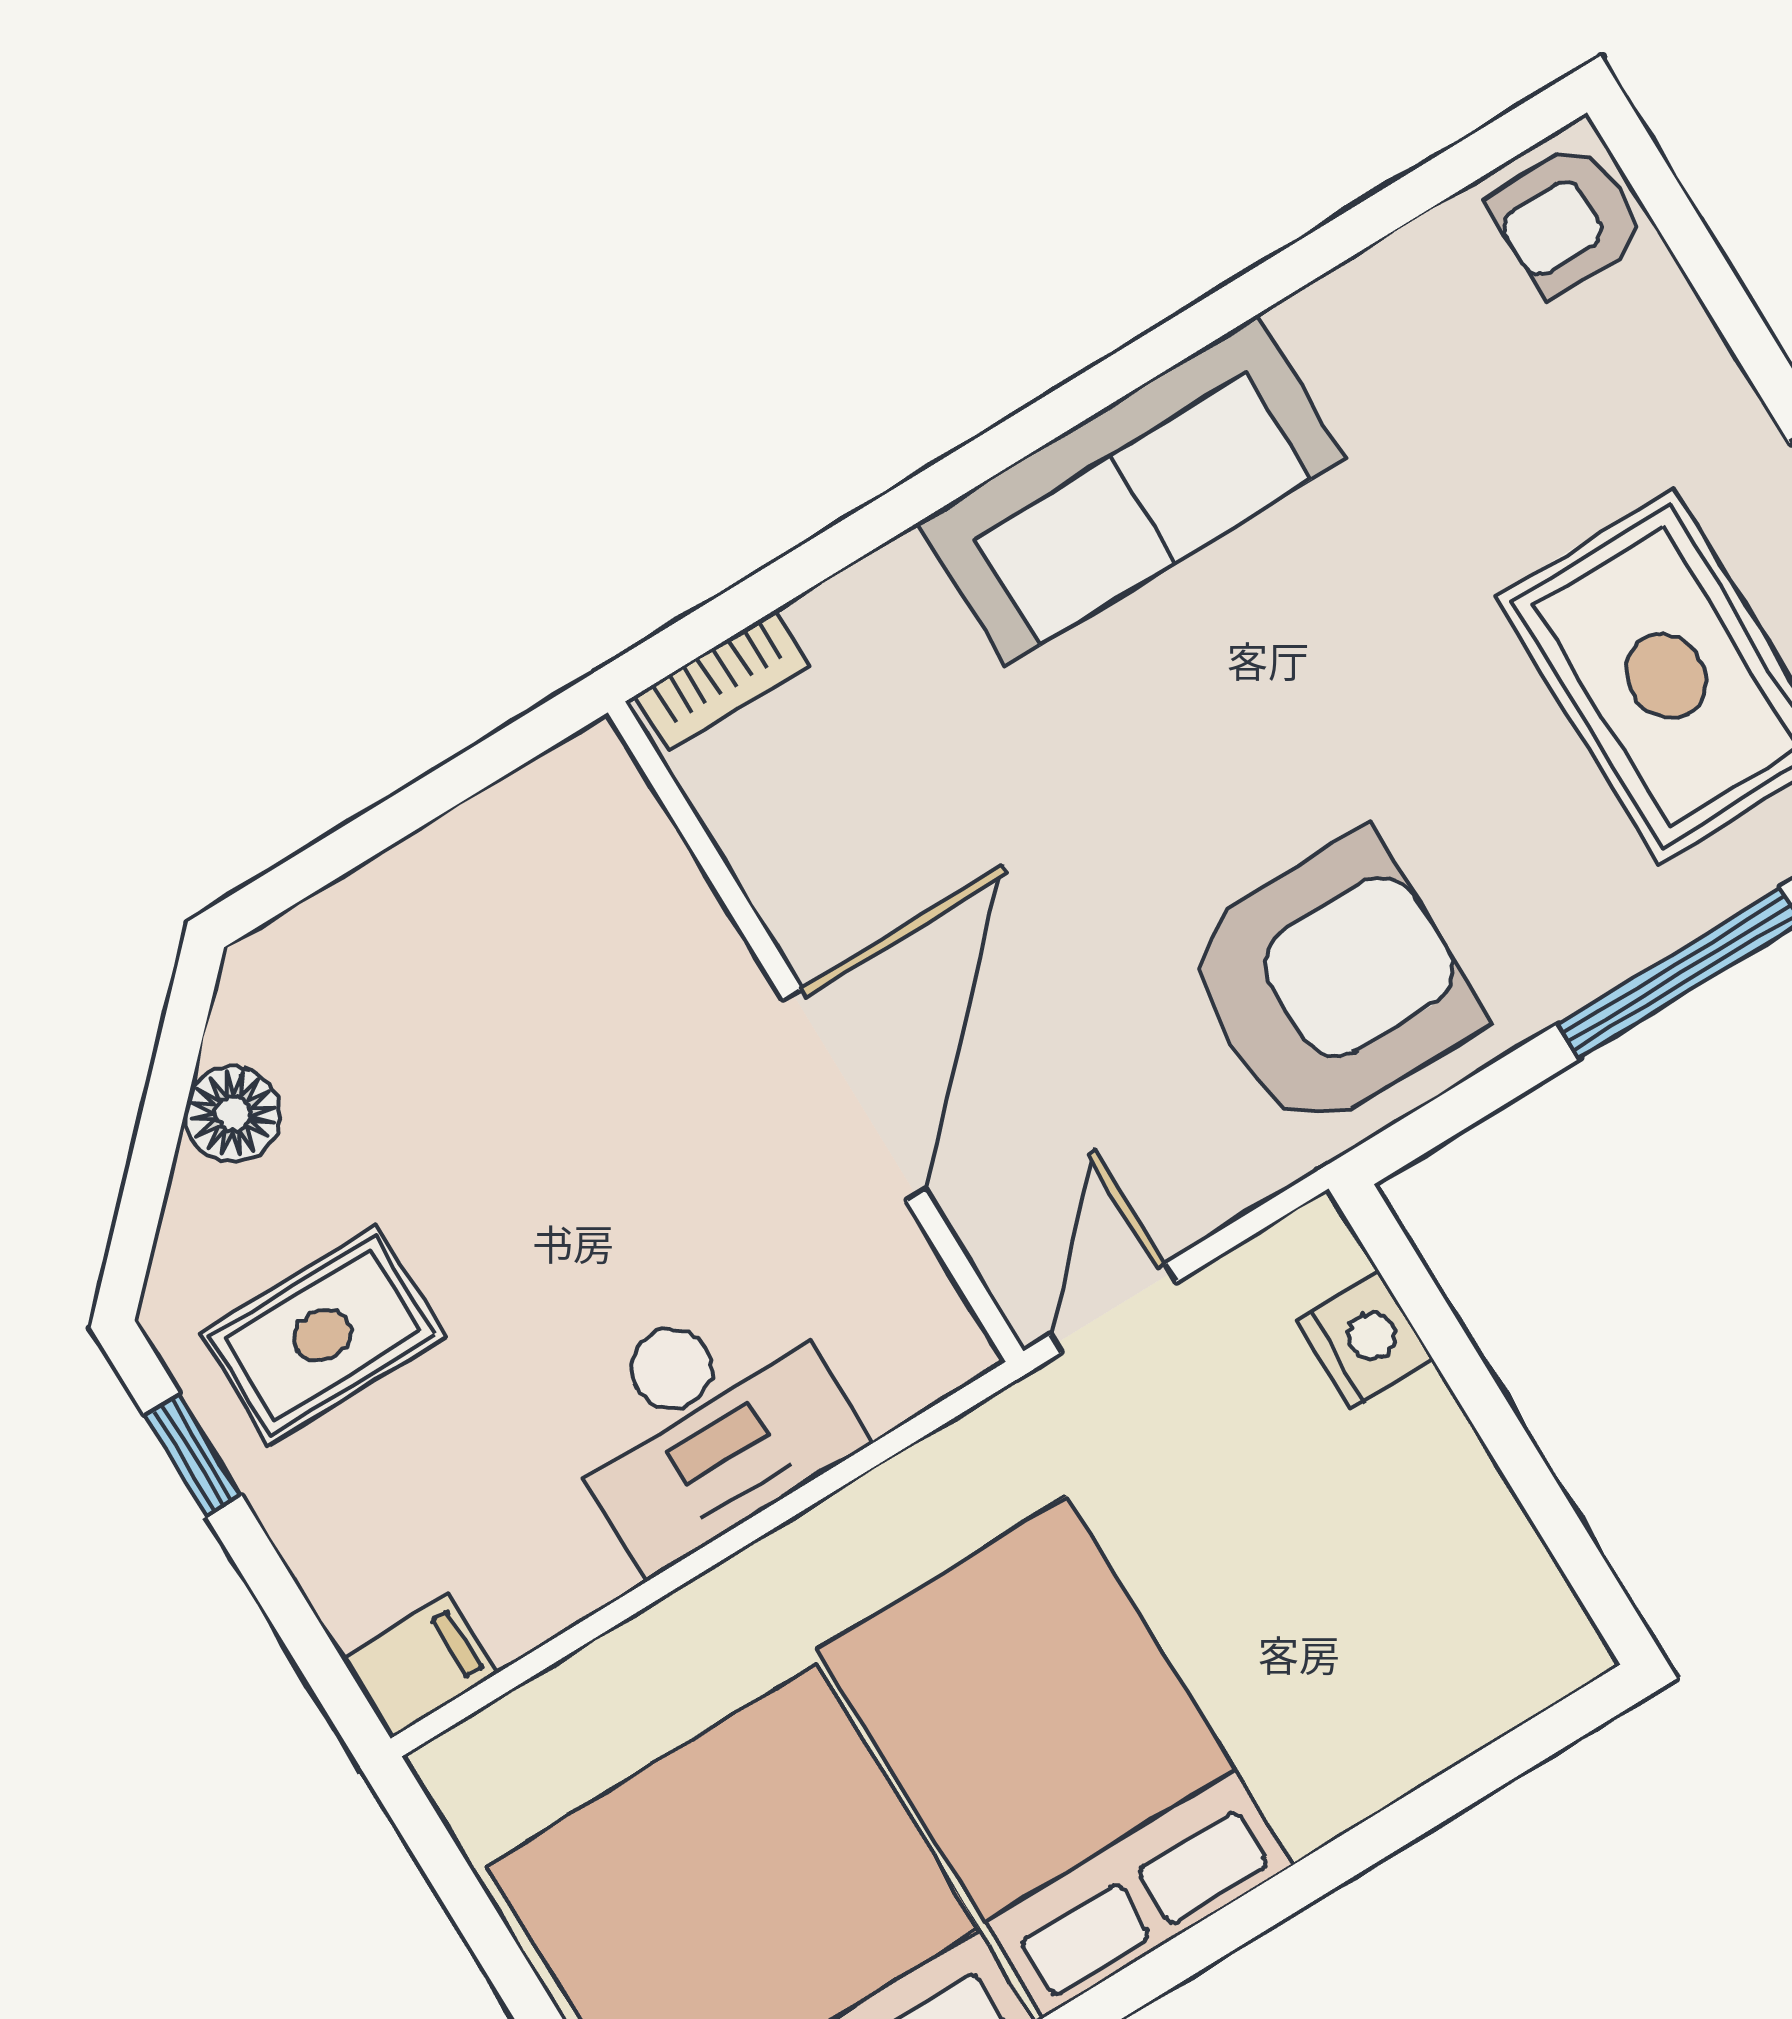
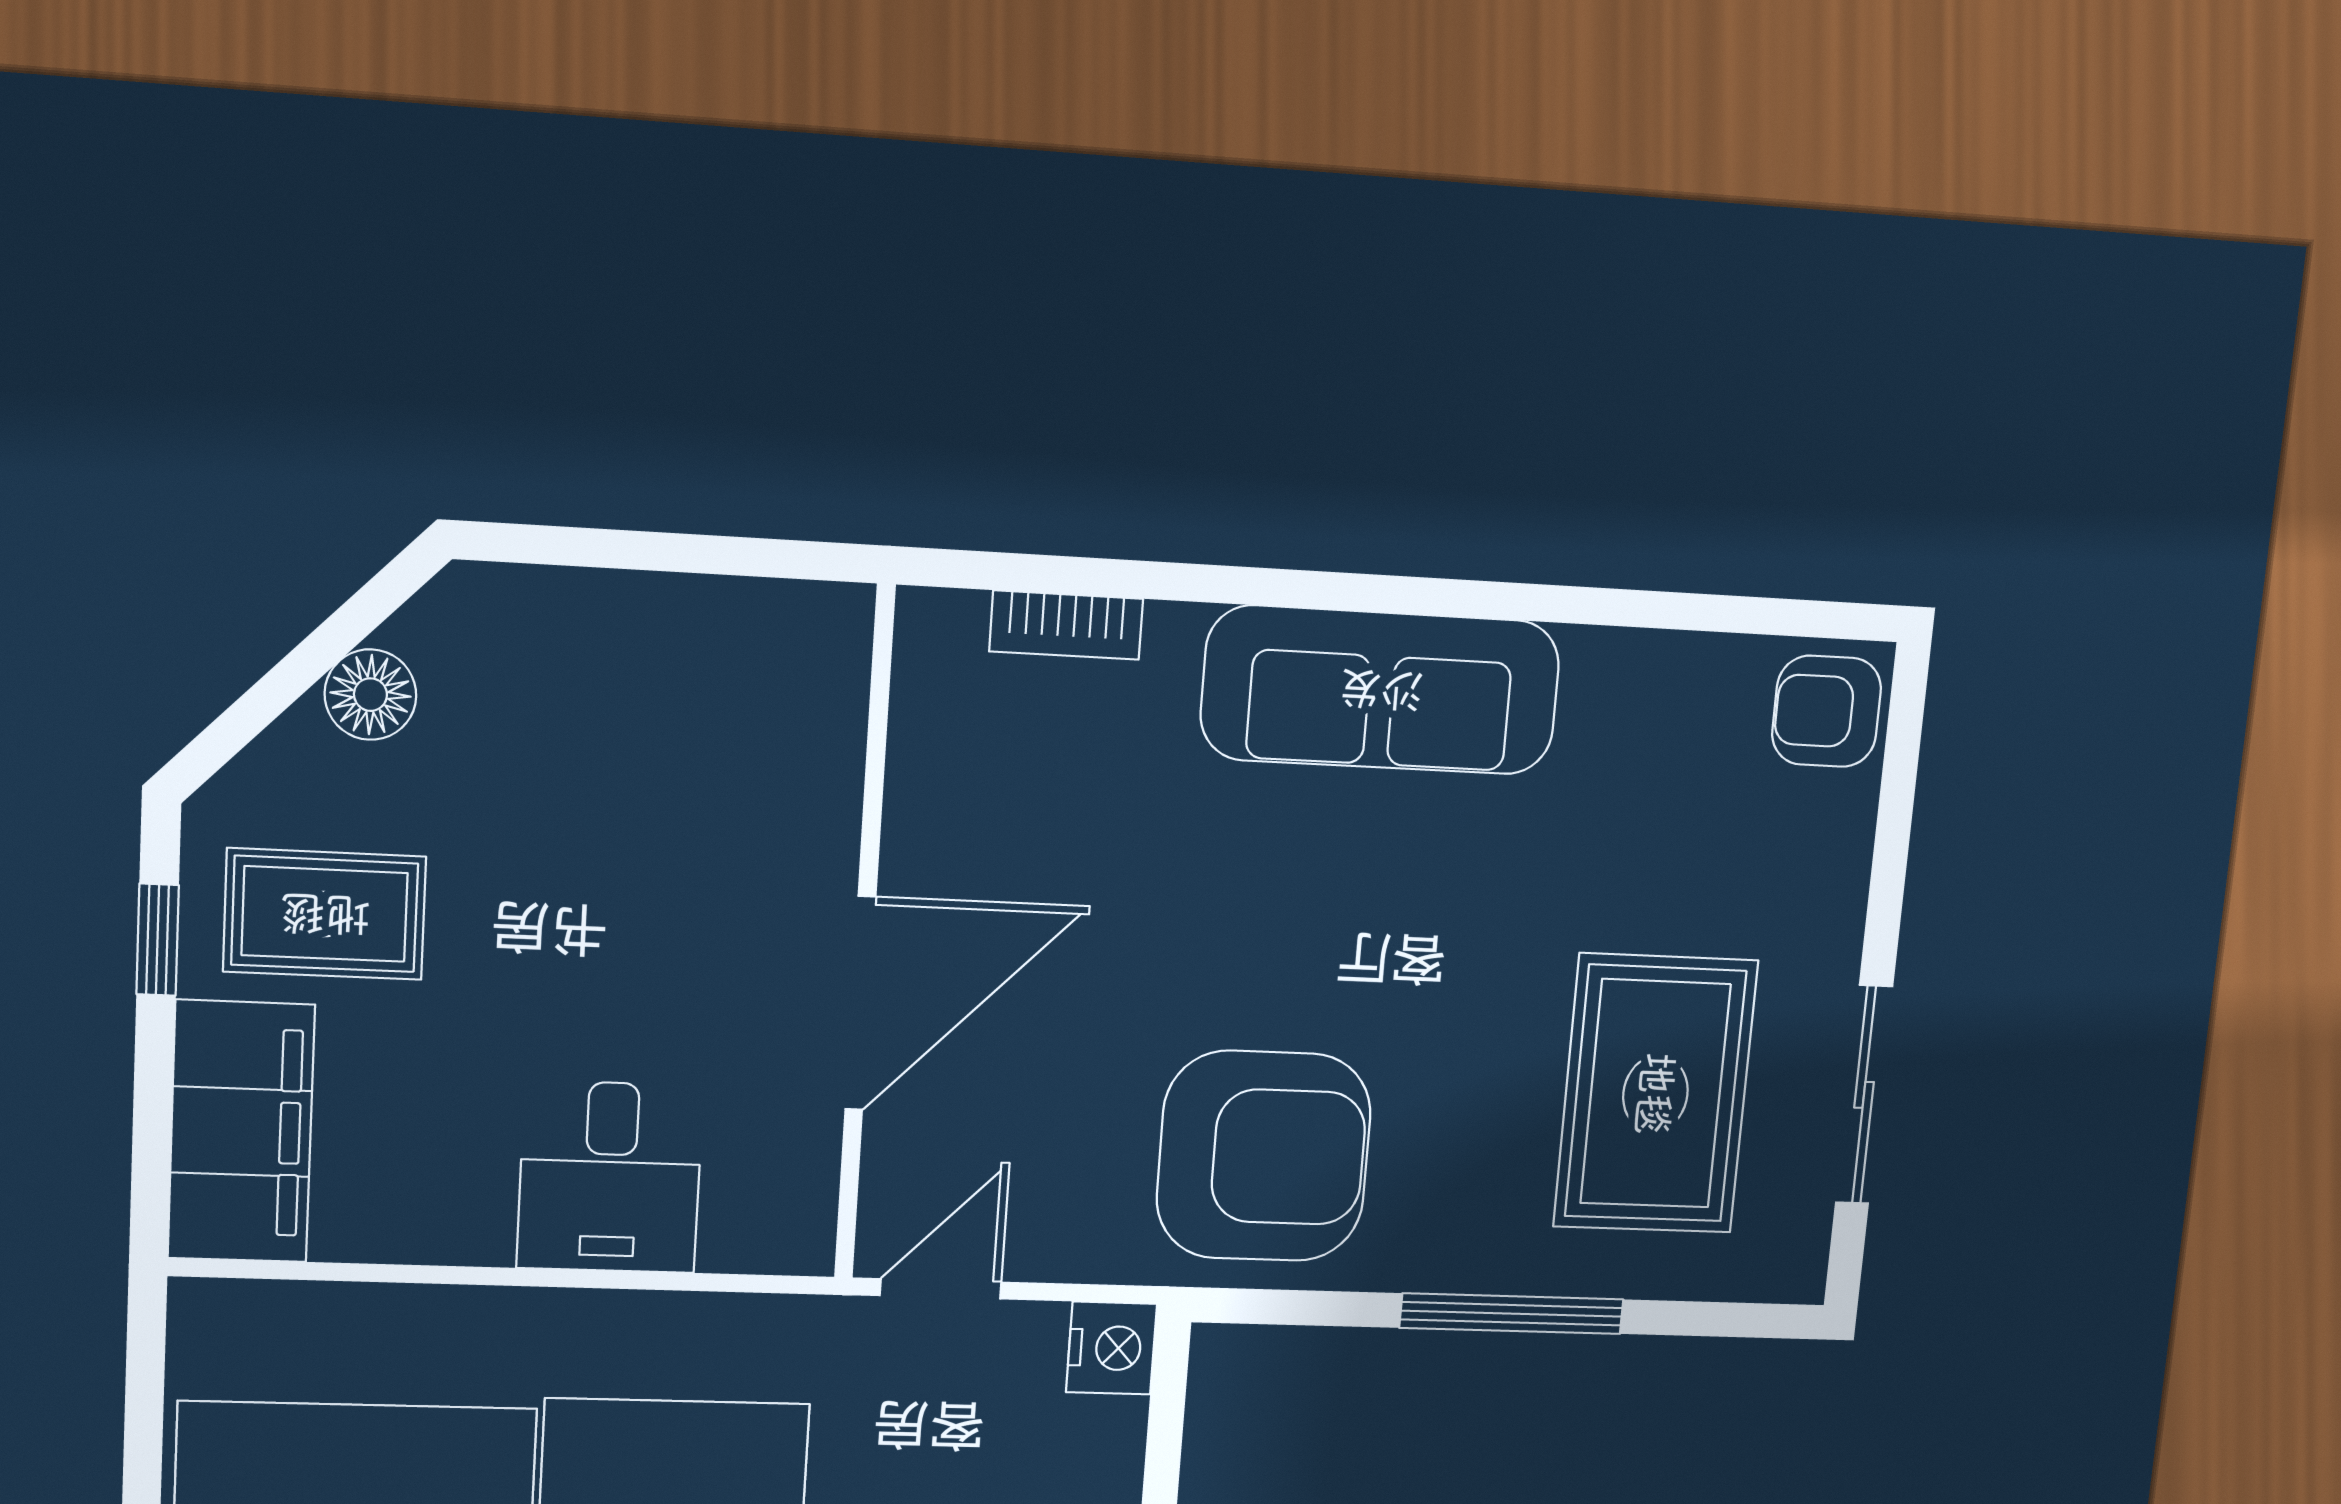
bookcase: (723, 680) -> (1066, 625), moved
nightstand: (1365, 1340) -> (1112, 1348), moved
desk: (705, 1424) -> (610, 1177), width x0.73
filing cabinet: (420, 1666) -> (241, 1132), width x3.00, depth x1.17

